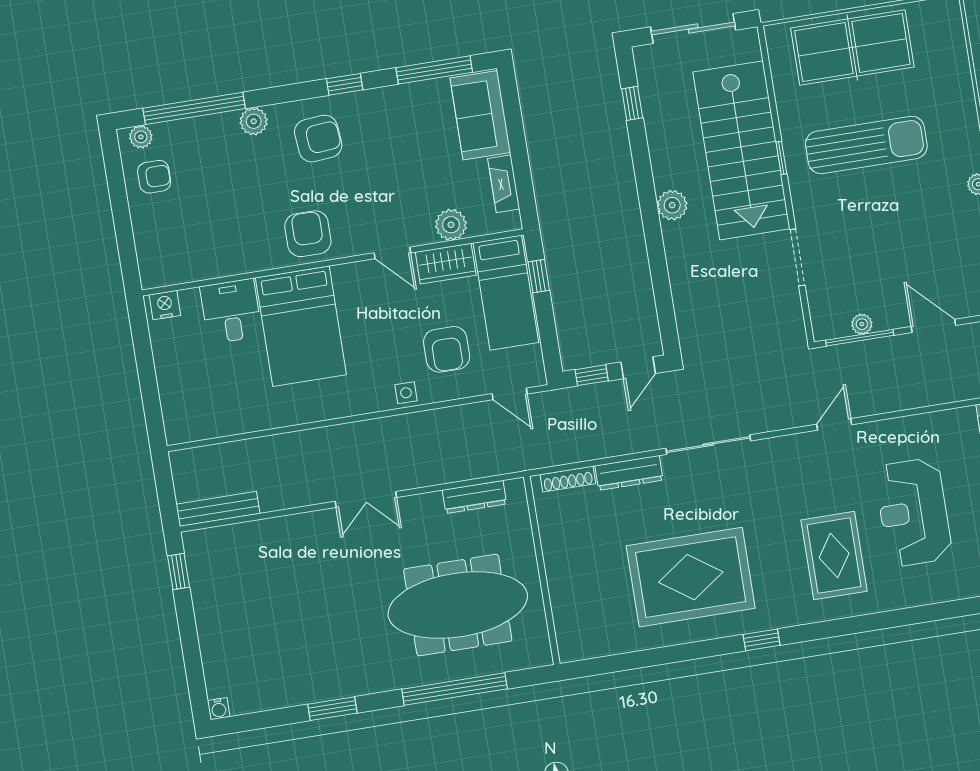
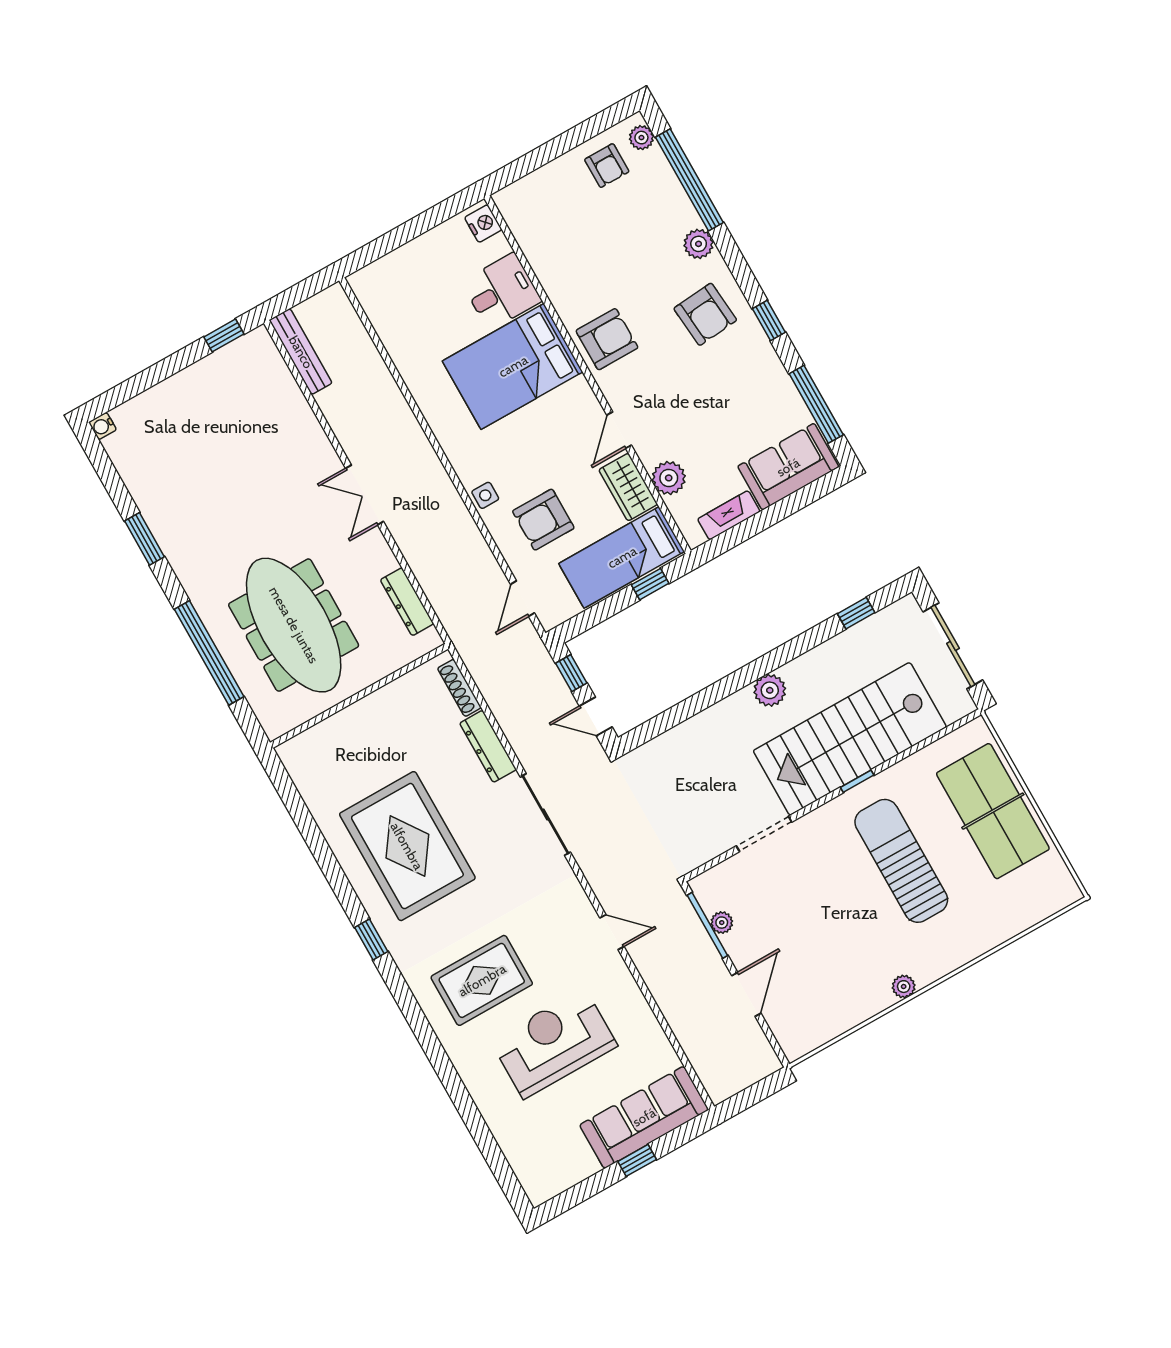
sun lounger: (866, 145) -> (901, 861), turned 180

